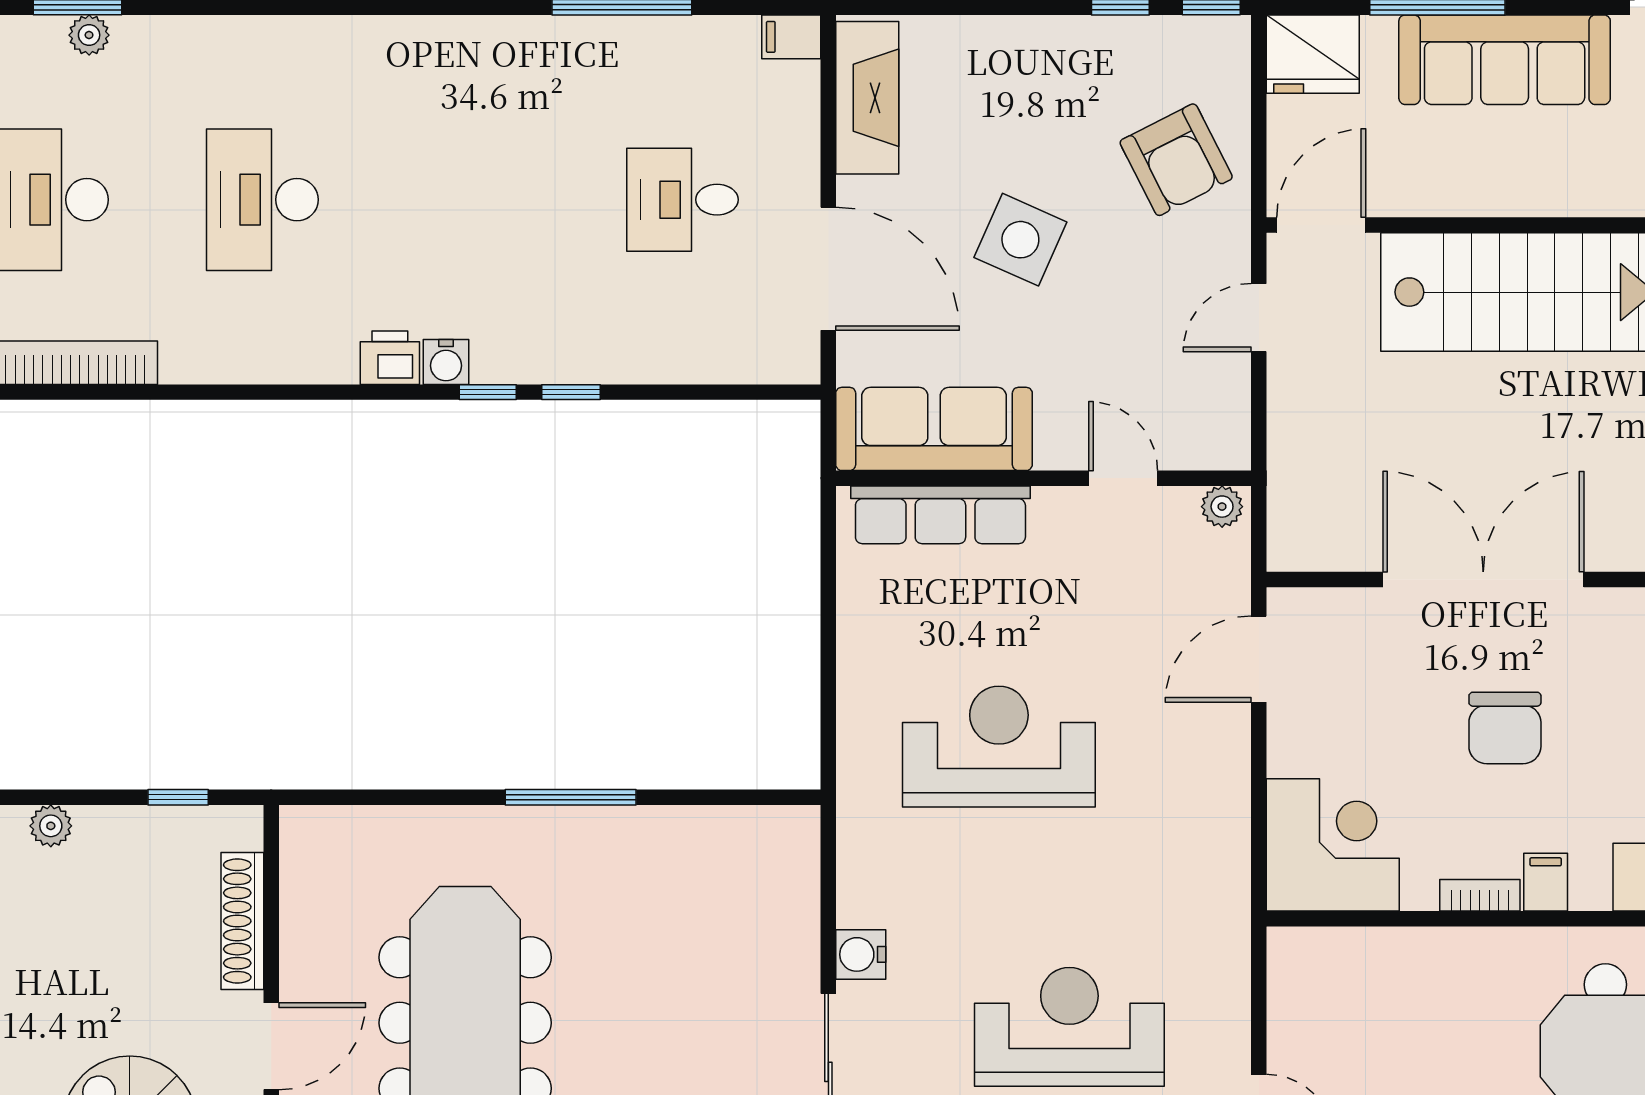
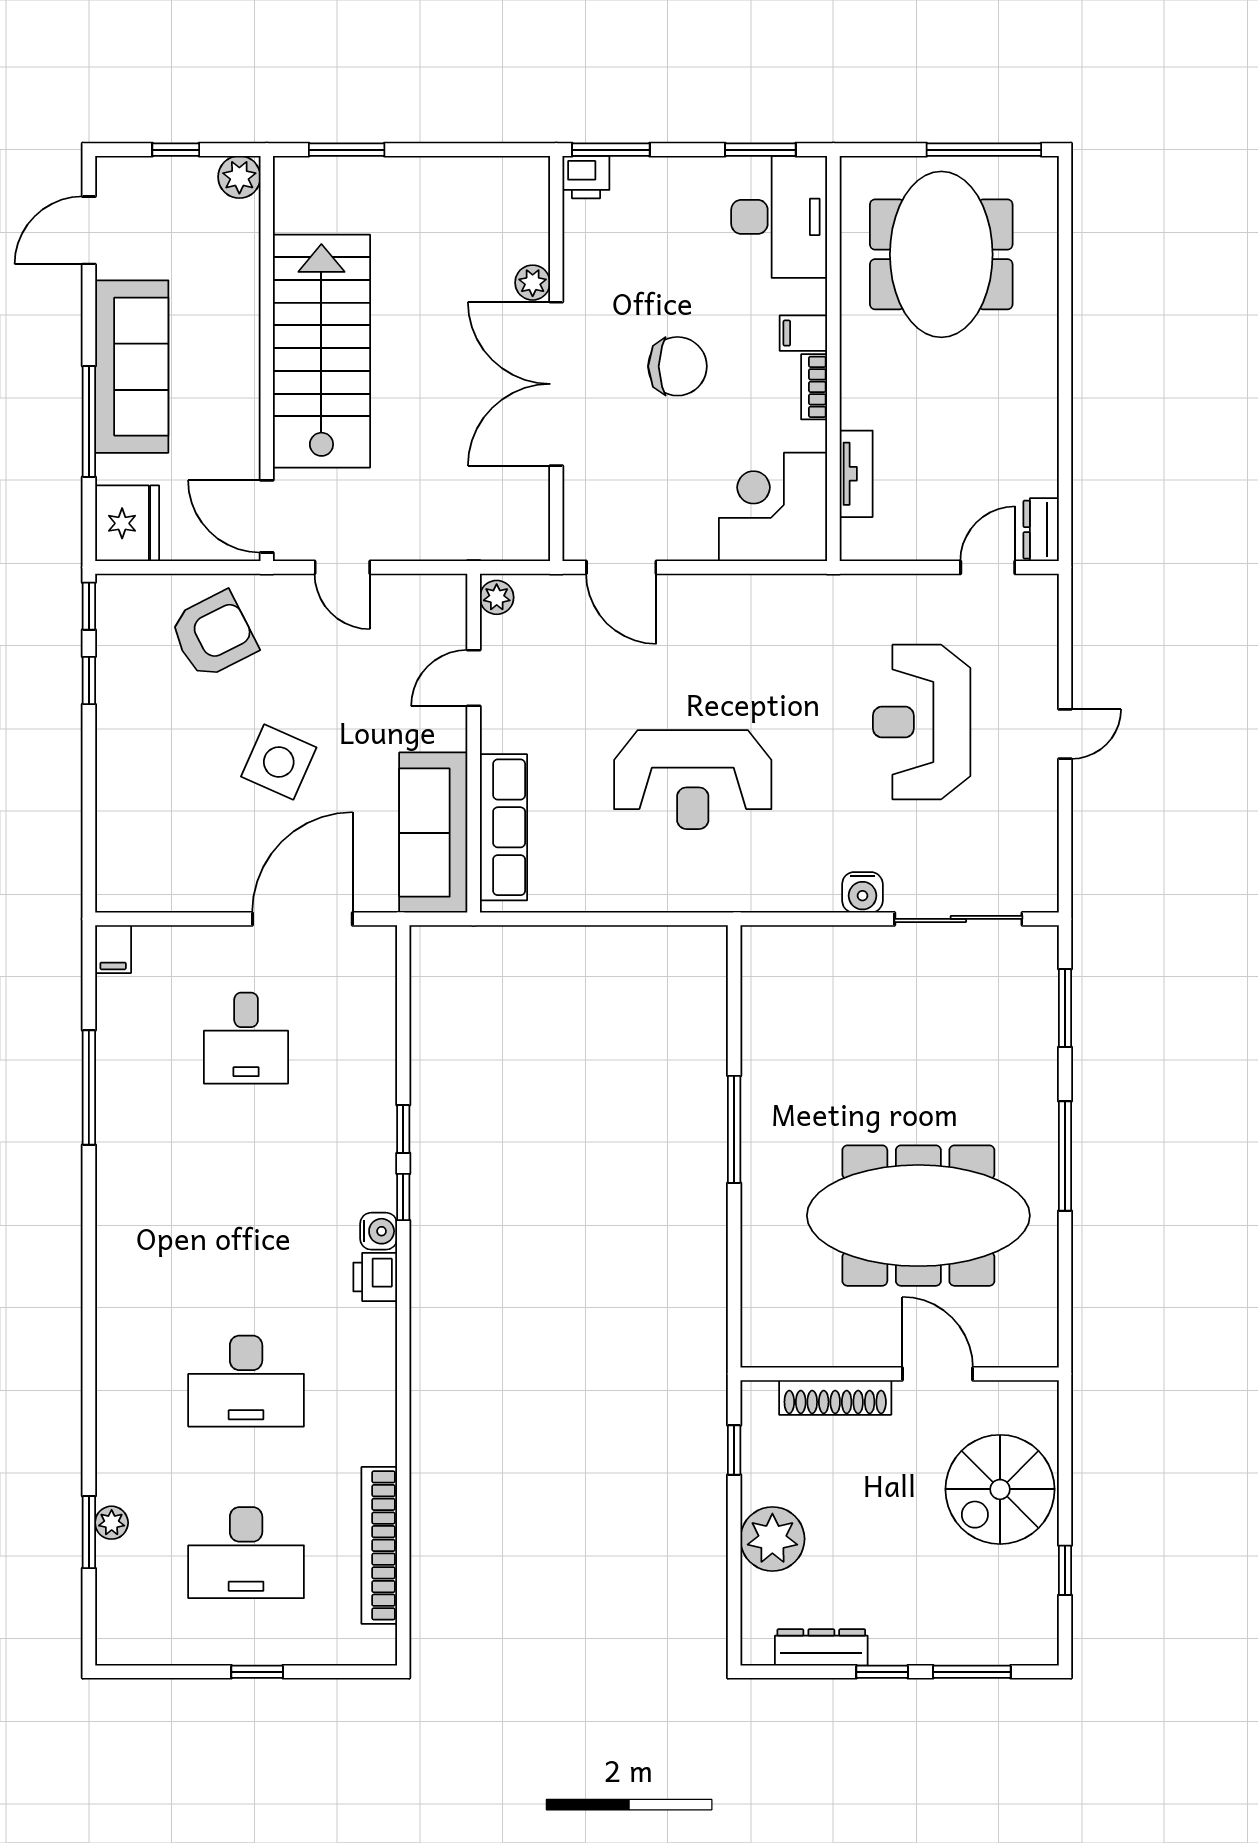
fireplace: (867, 98) -> (163, 887), removed
plant: (1607, 551) -> (533, 283), added
reception desk: (999, 747) -> (693, 780), turned -90
plant: (51, 826) -> (772, 1539), width x1.87, depth x1.87
tv unit: (1373, 947) -> (856, 474), added

